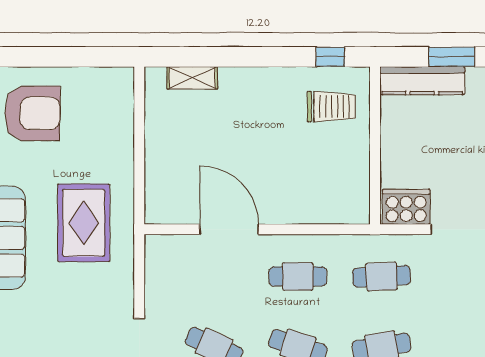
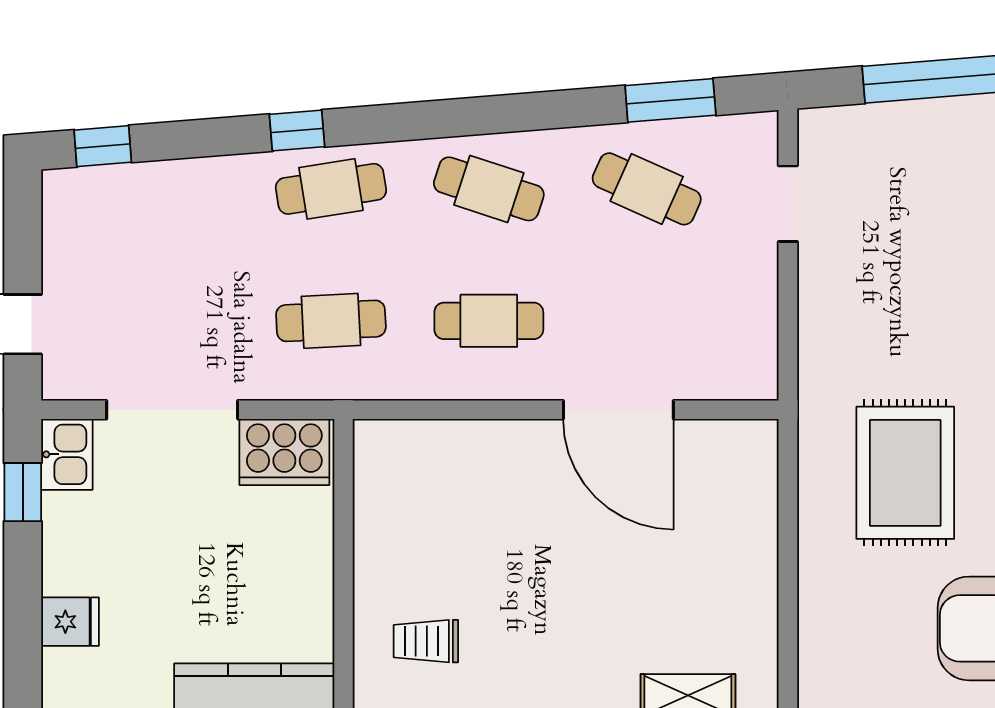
trolley: (331, 107) -> (426, 641), width x0.73, depth x0.72
rug: (84, 223) -> (905, 473), moved

